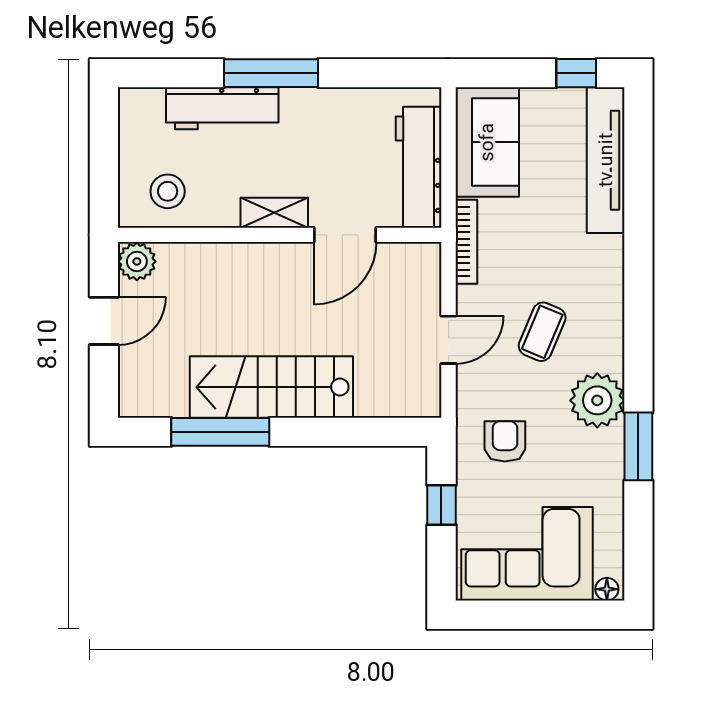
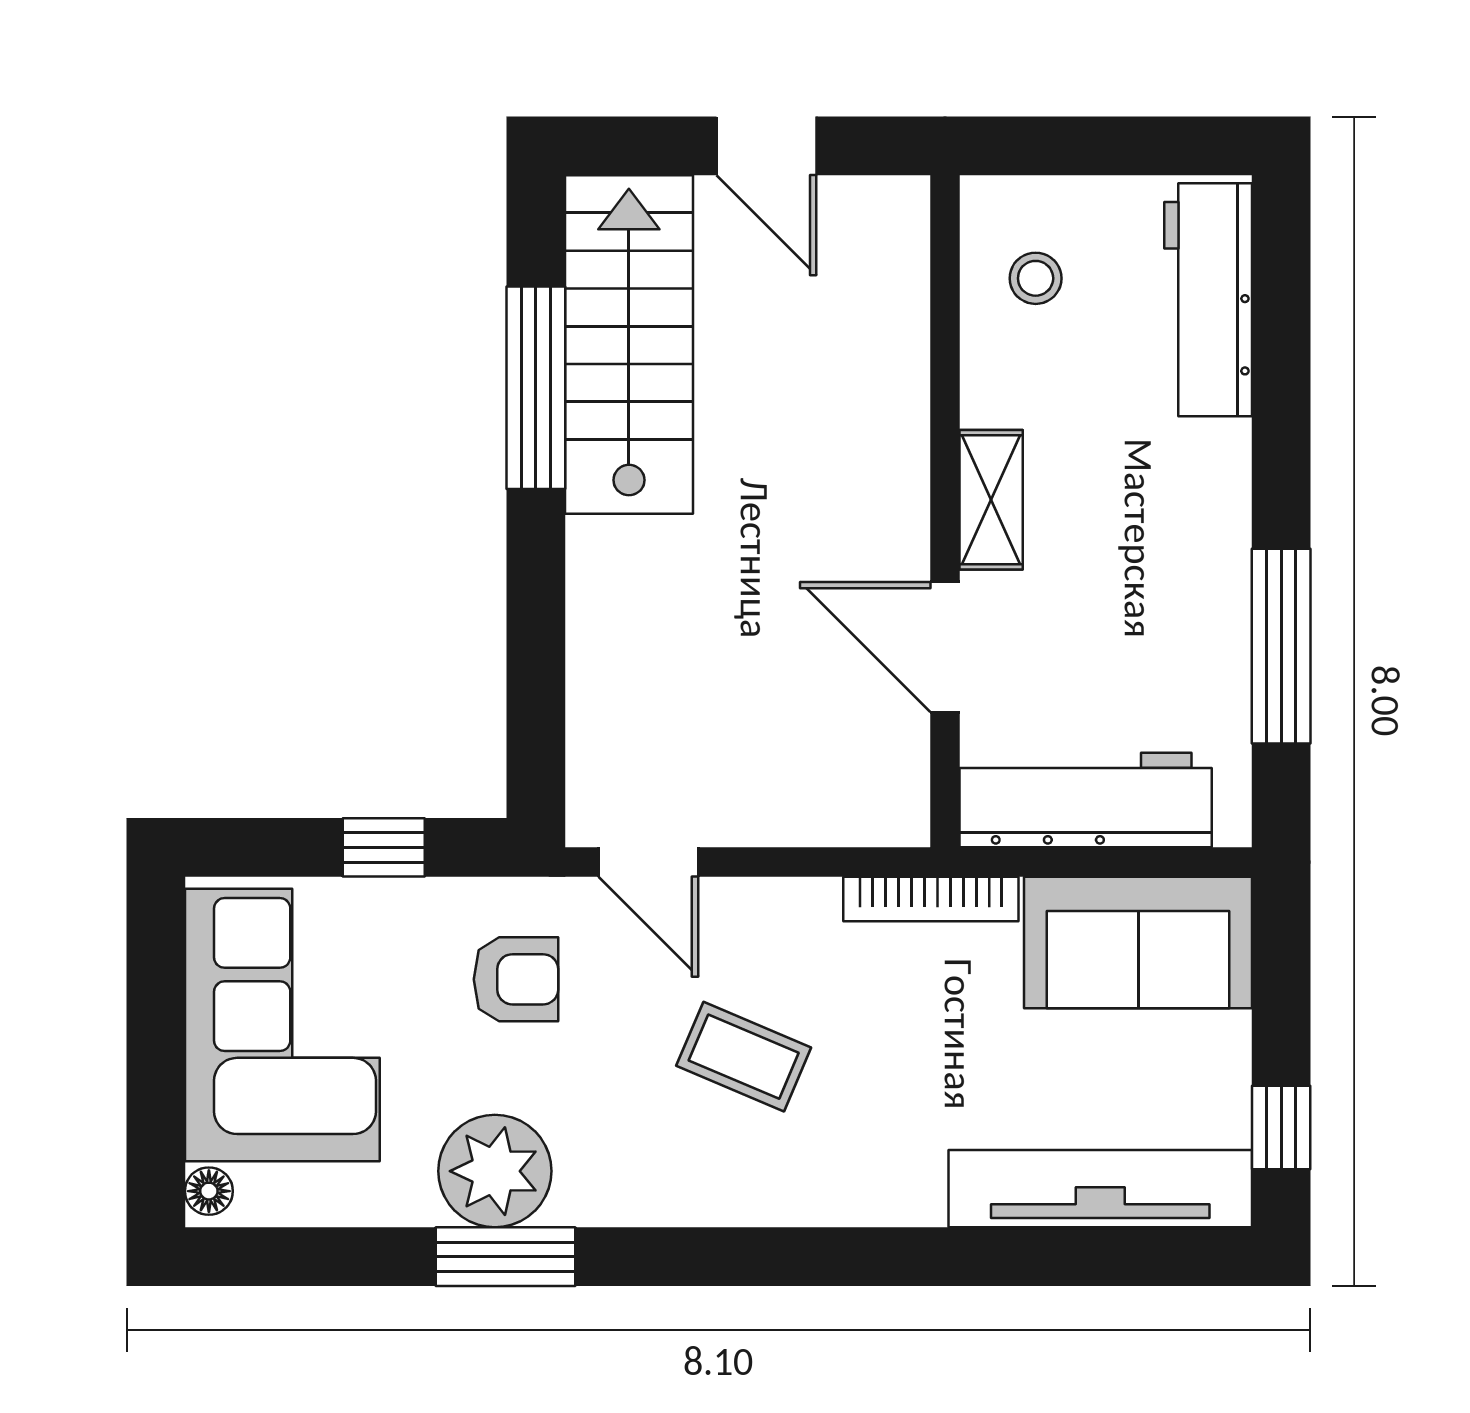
window: (271, 73) -> (1281, 646), moved
workbench: (222, 108) -> (1208, 300), moved
stool: (168, 191) -> (1036, 278), width x0.73, depth x0.73
plant: (137, 261) -> (890, 214), removed
door: (449, 340) -> (648, 862), moved
stairs: (271, 387) -> (629, 345), moved
plant: (597, 400) -> (495, 1171), moved

